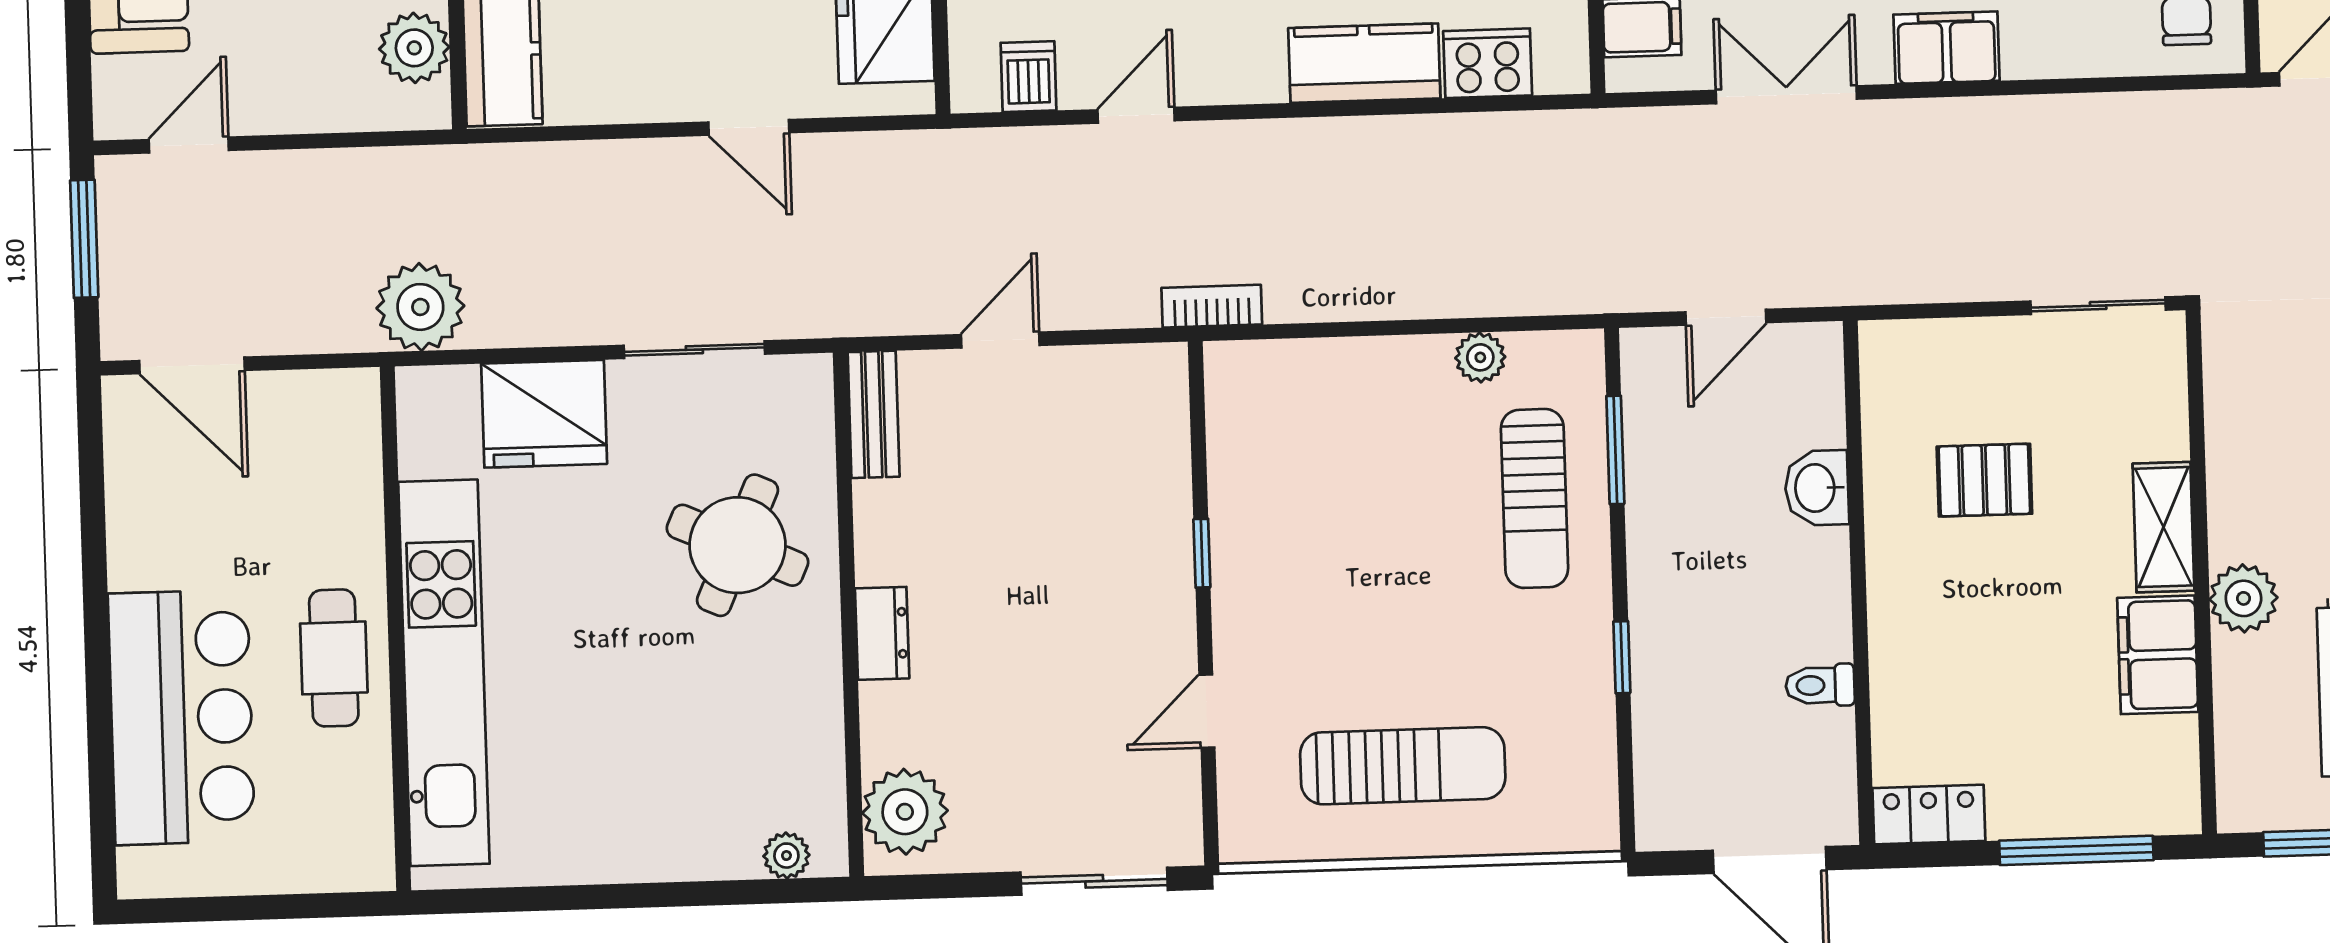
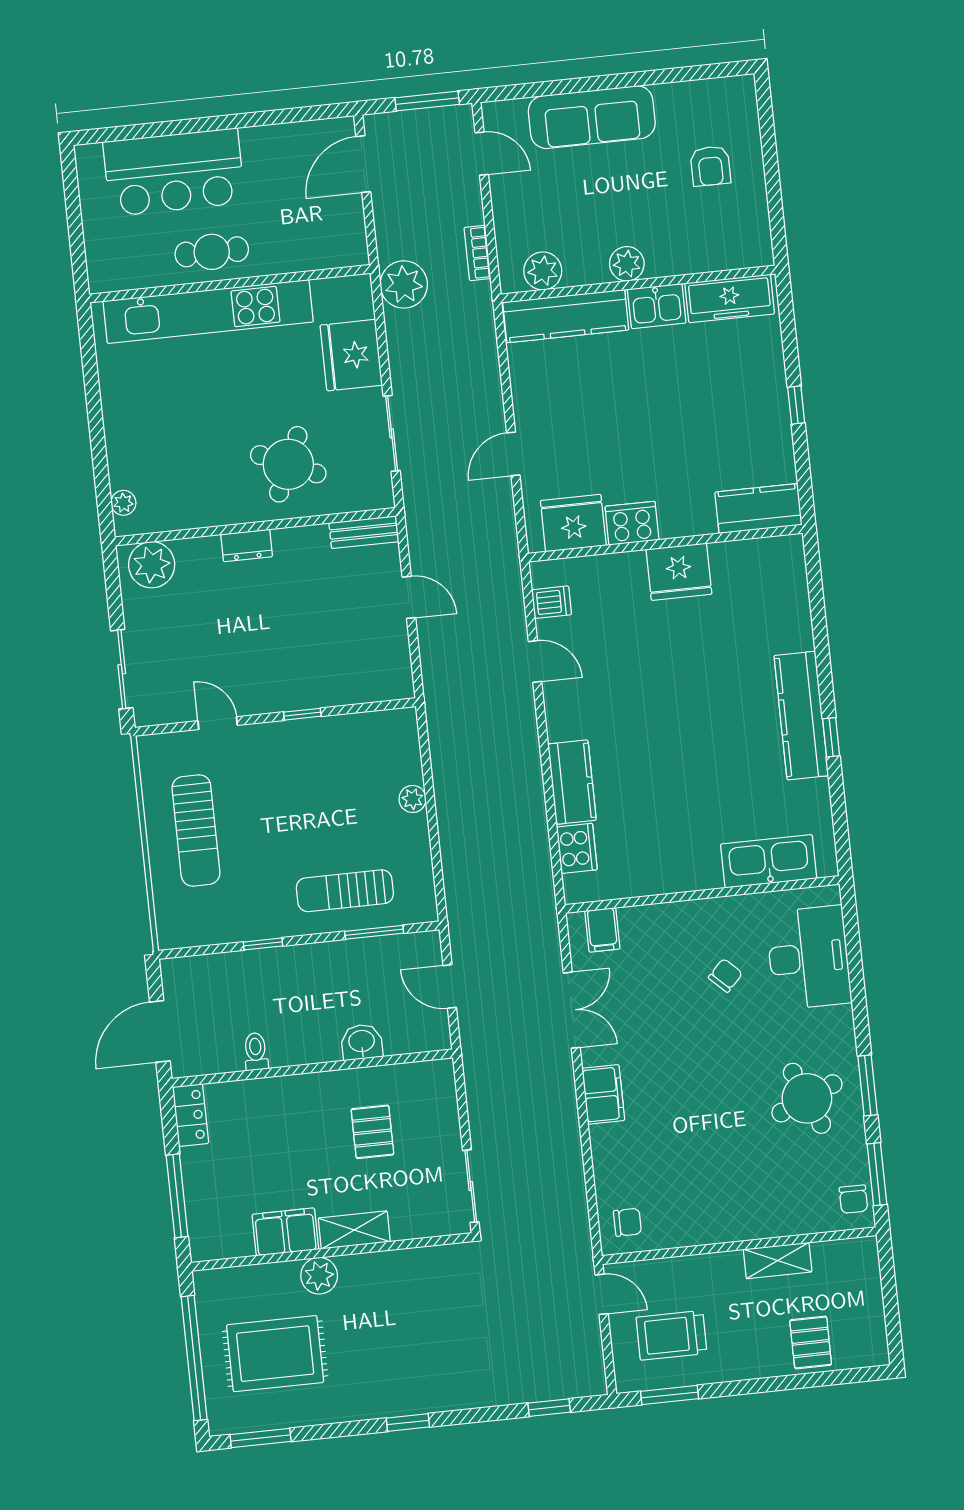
bookcase: (1212, 306) -> (477, 253), moved, turned 180
plant: (1480, 357) -> (413, 799), moved

